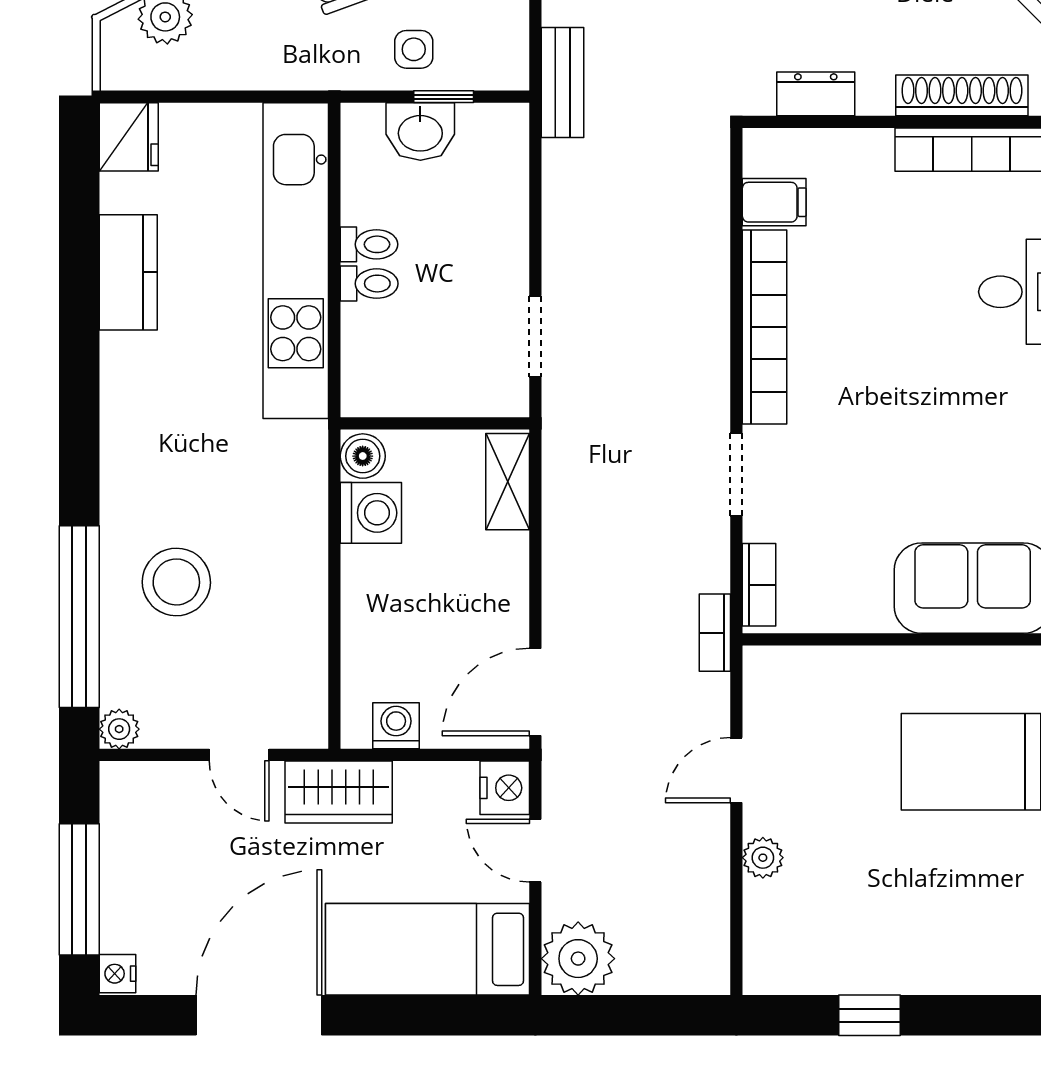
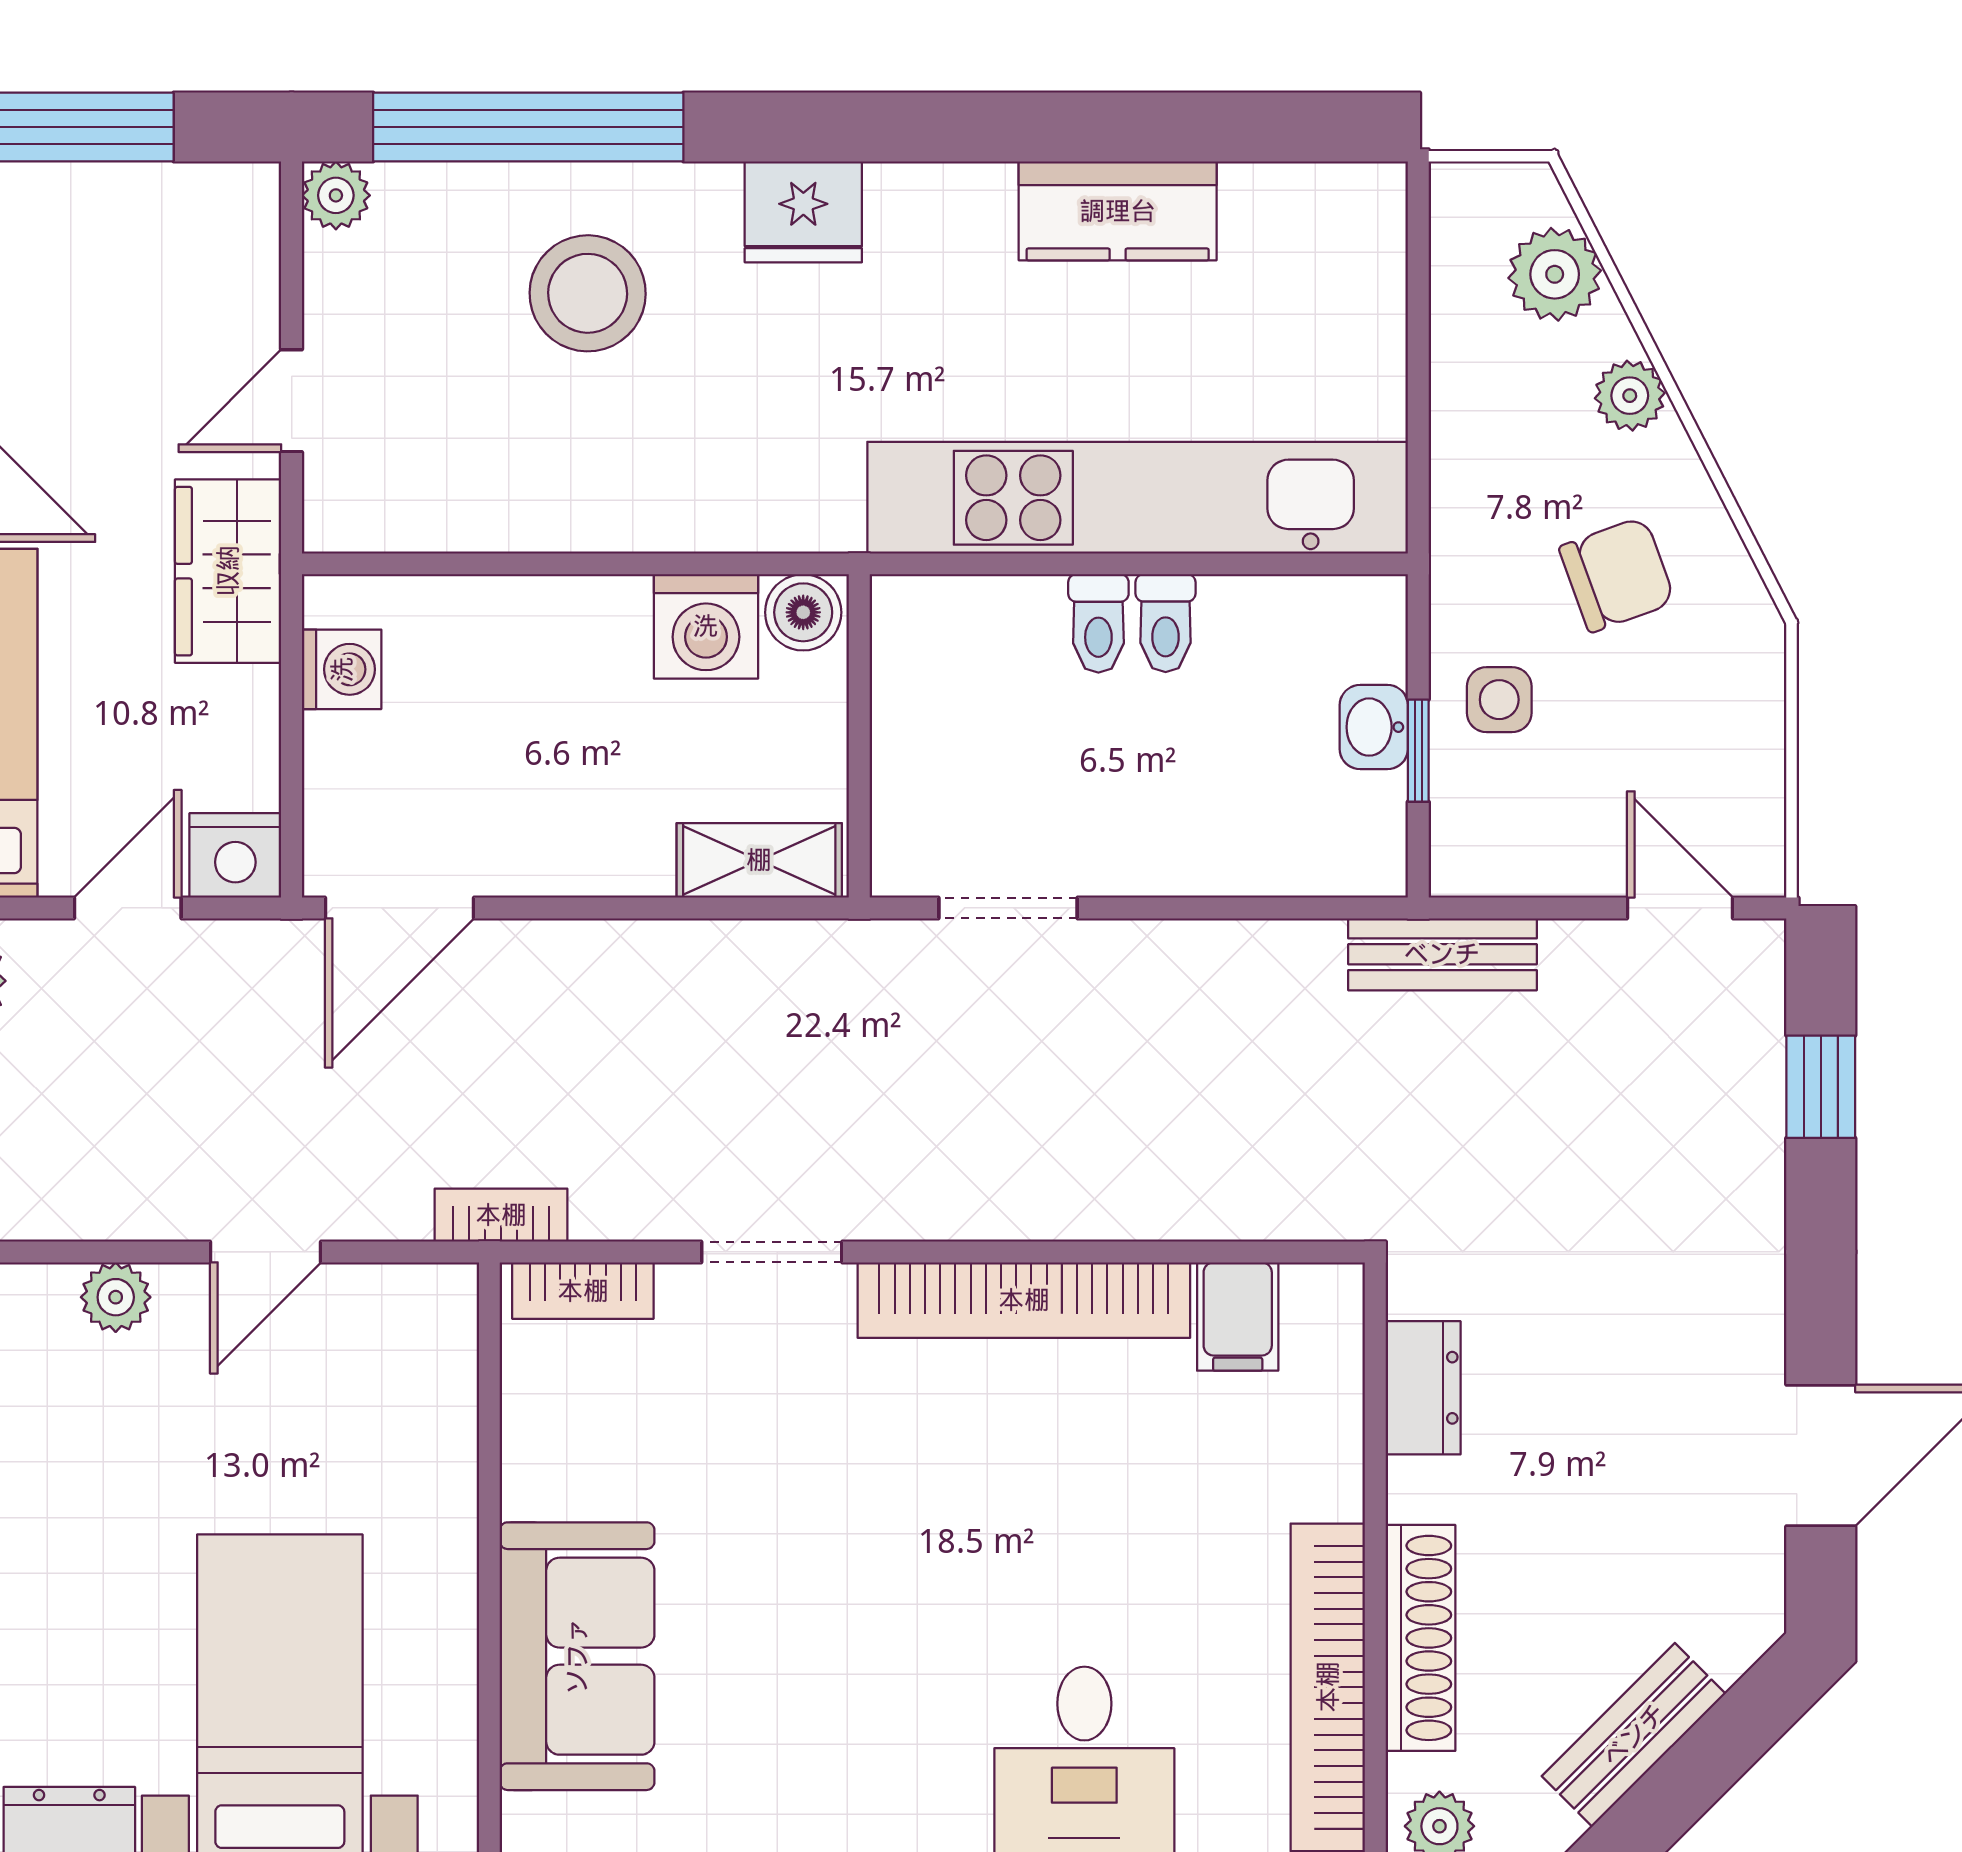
washbasin: (420, 132) -> (1374, 727), width x0.72, depth x0.69
fridge: (129, 137) -> (803, 212), moved
door: (535, 692) -> (399, 908), swing flipped
door: (736, 770) -> (266, 1252), swing flipped

